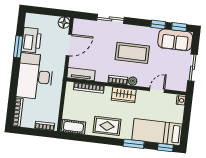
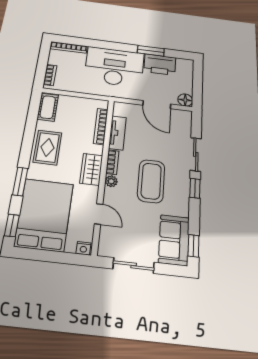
window: (158, 24) -> (195, 188), moved
tv unit: (81, 74) -> (117, 133), moved
bed: (157, 132) -> (44, 215), width x1.50

